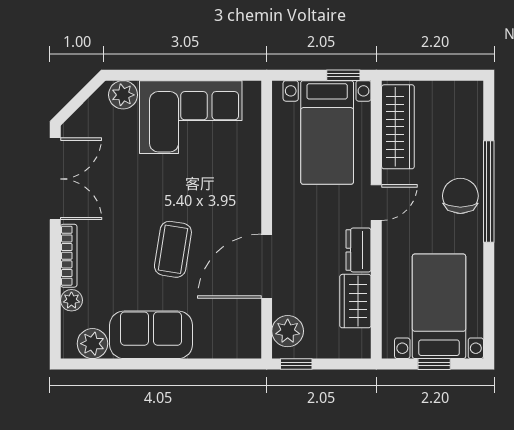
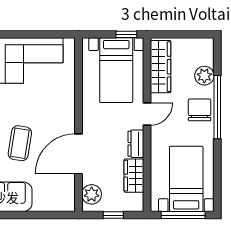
plant: (468, 141) -> (204, 76), added
window: (296, 364) -> (113, 215), moved
window: (434, 364) -> (183, 215), width x2.17

